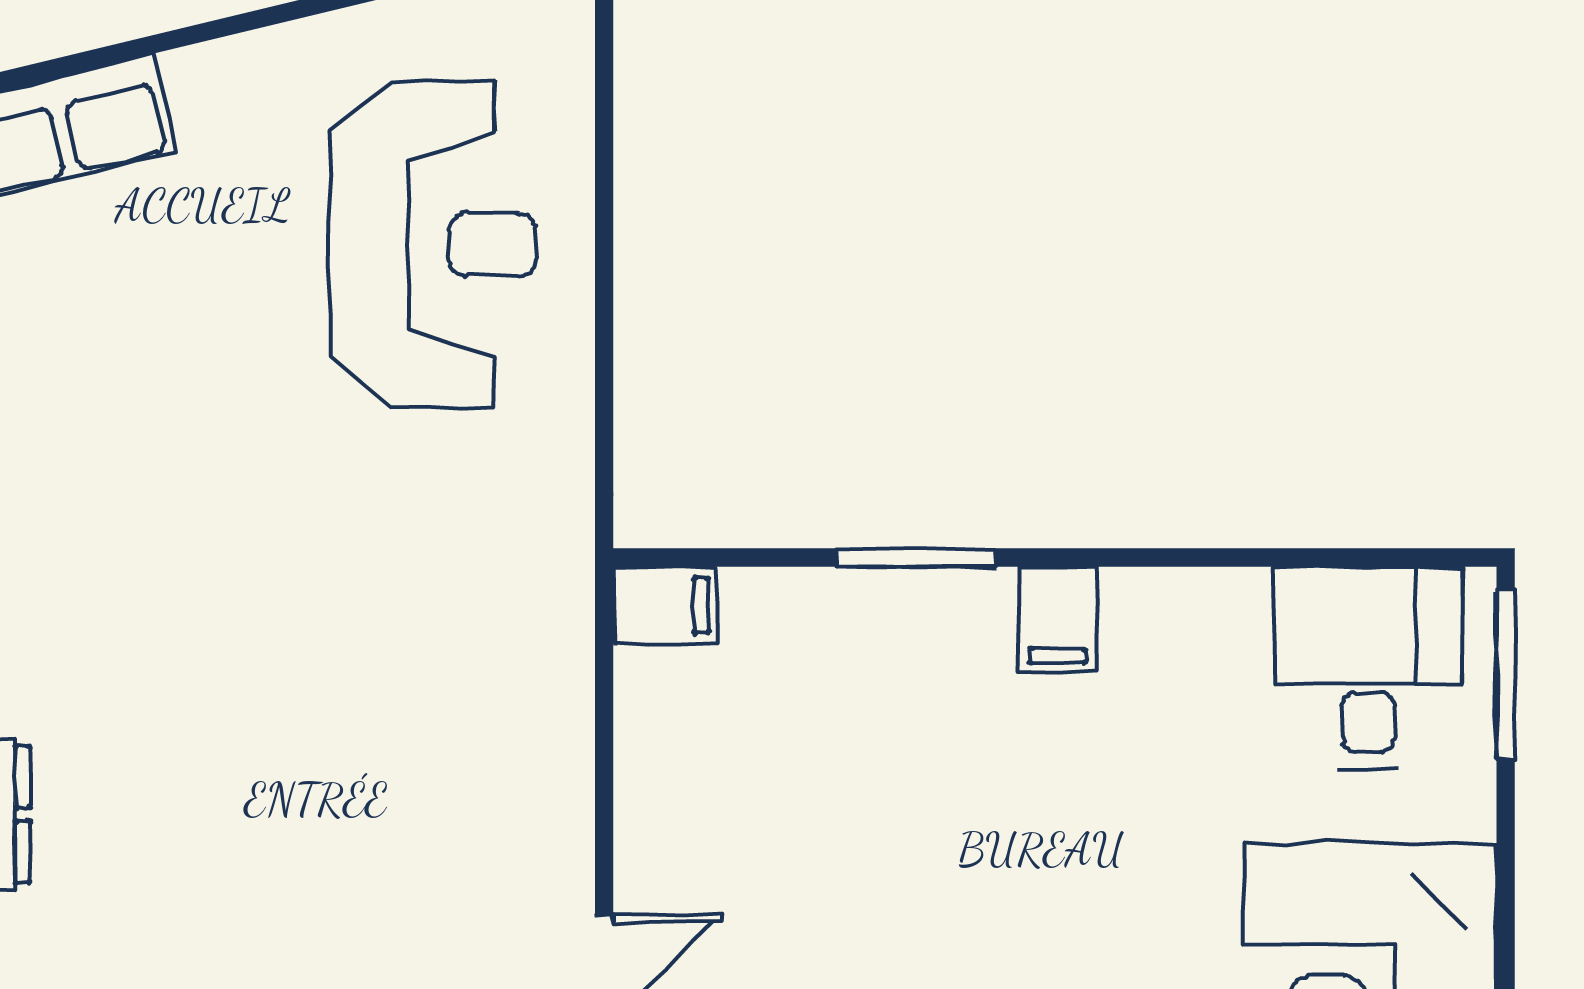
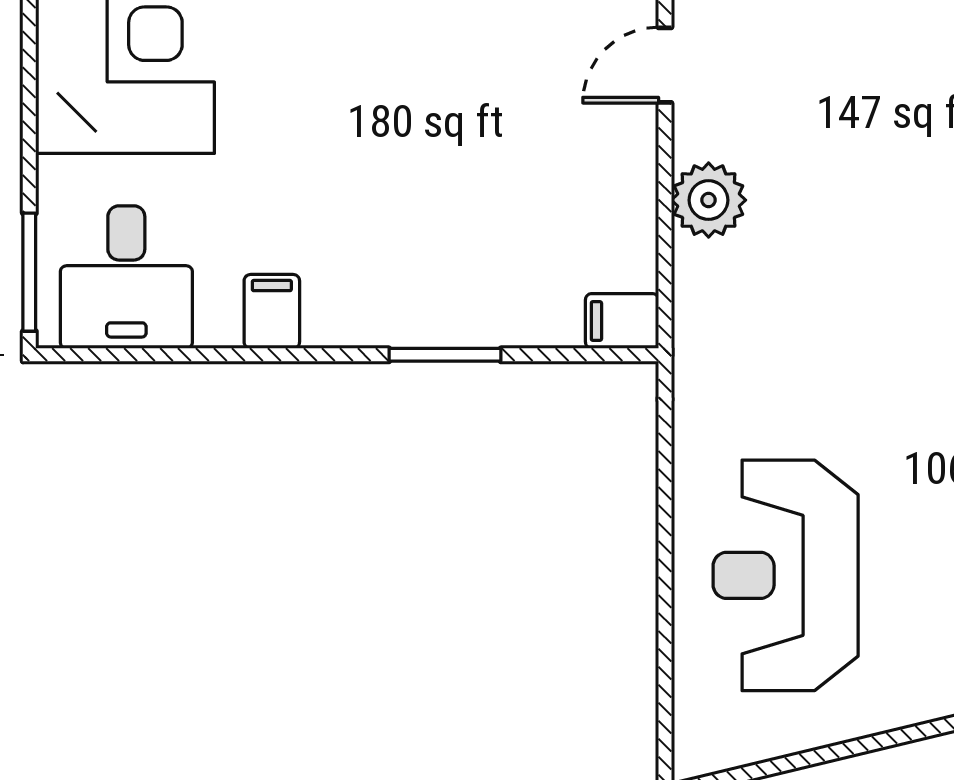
filing cabinet: (1058, 619) -> (272, 311), moved
plant: (542, 777) -> (709, 200), added

